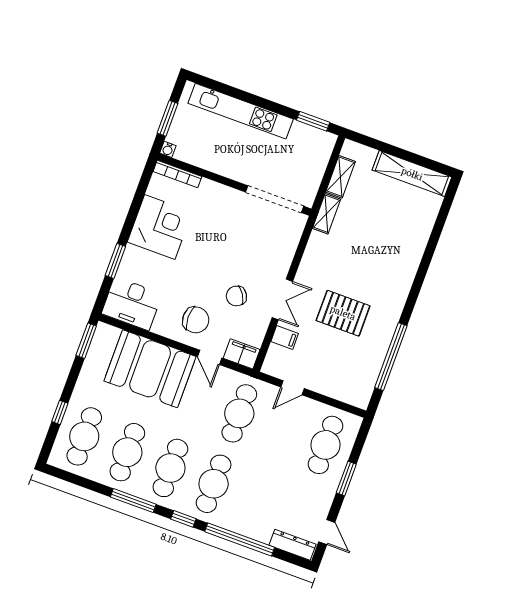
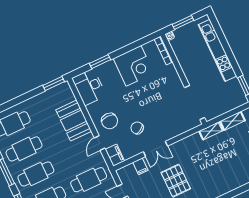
booth: (150, 369) -> (74, 121), width x0.73, depth x0.70
window: (60, 412) -> (12, 103), removed

